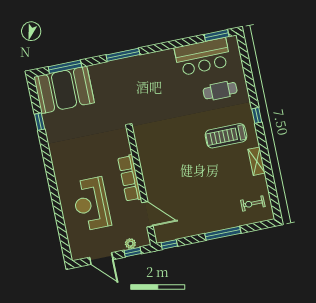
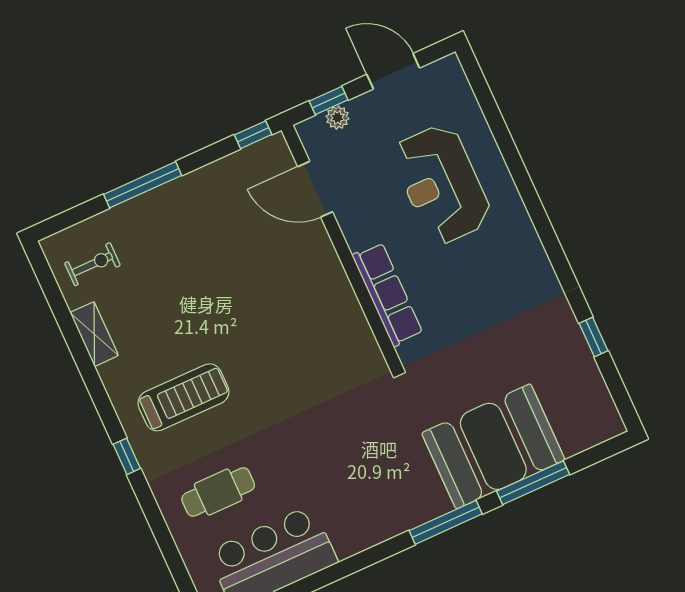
window: (65, 67) -> (533, 483), moved
booth: (64, 90) -> (493, 446), moved
shelving: (257, 161) -> (94, 334), moved
row of seats: (130, 178) -> (387, 294), moved
reception desk: (91, 204) -> (442, 184), turned 180

